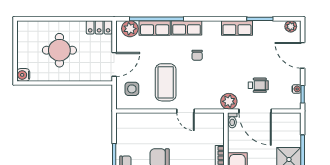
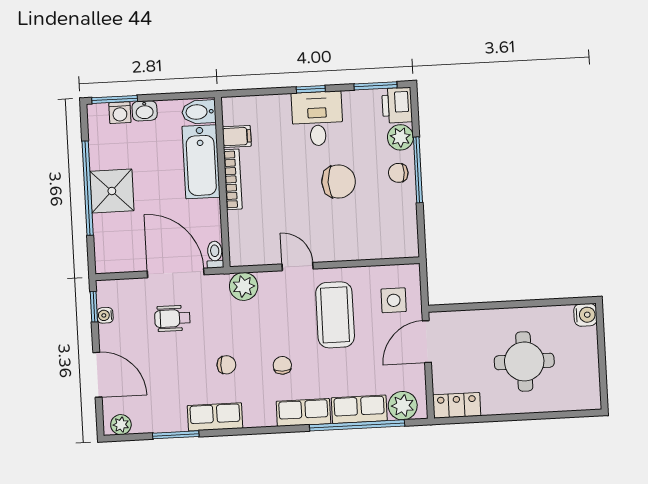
chair: (229, 57) -> (226, 365), added
plant: (229, 101) -> (244, 286), moved

